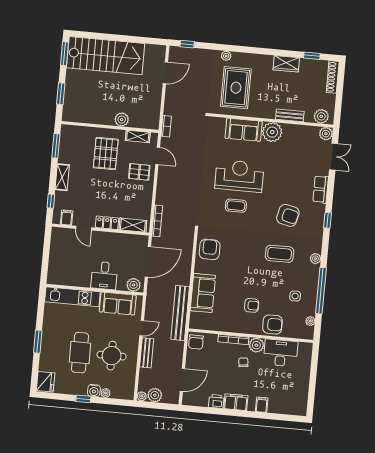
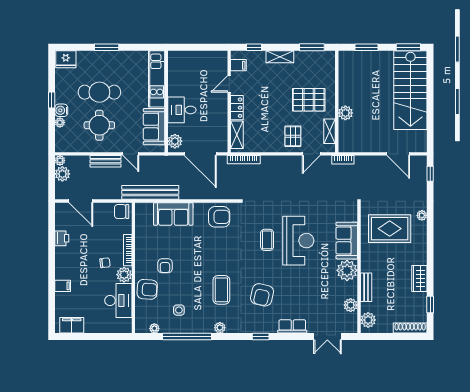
plant: (326, 134) -> (351, 305), moved
armchair: (272, 324) -> (147, 289), turned -86
filing cabinet: (236, 402) -> (72, 325), moved, turned -90

